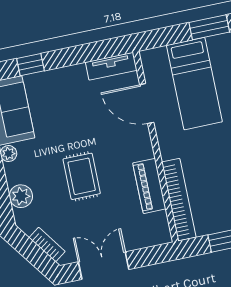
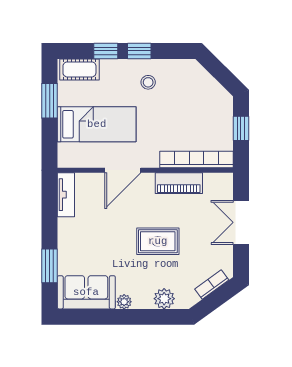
window: (31, 65) -> (50, 266), width x1.50
door: (147, 104) -> (123, 170), moved
double door: (104, 266) -> (241, 222), moved

